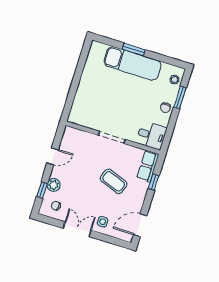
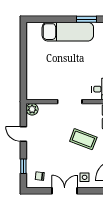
window: (134, 49) -> (86, 19), moved
door: (52, 156) -> (23, 134), swing flipped
plant: (54, 185) -> (32, 109), moved

